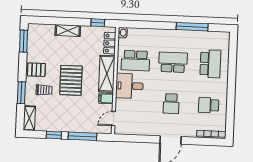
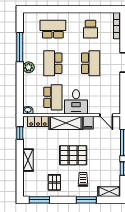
plant: (170, 35) -> (29, 67), added
pallet: (36, 70) -> (54, 182), moved
school desk: (171, 104) -> (91, 63), width x1.85

